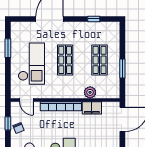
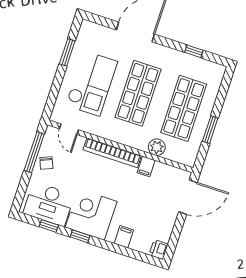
shop shelf: (65, 60) -> (138, 93), width x1.43, depth x1.36
shop shelf: (100, 60) -> (184, 108), width x1.43, depth x1.36
filing cabinet: (92, 108) -> (146, 166), width x0.50
window: (8, 123) -> (34, 152), width x2.17

